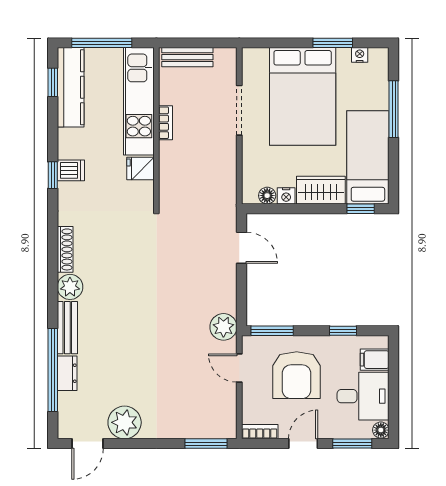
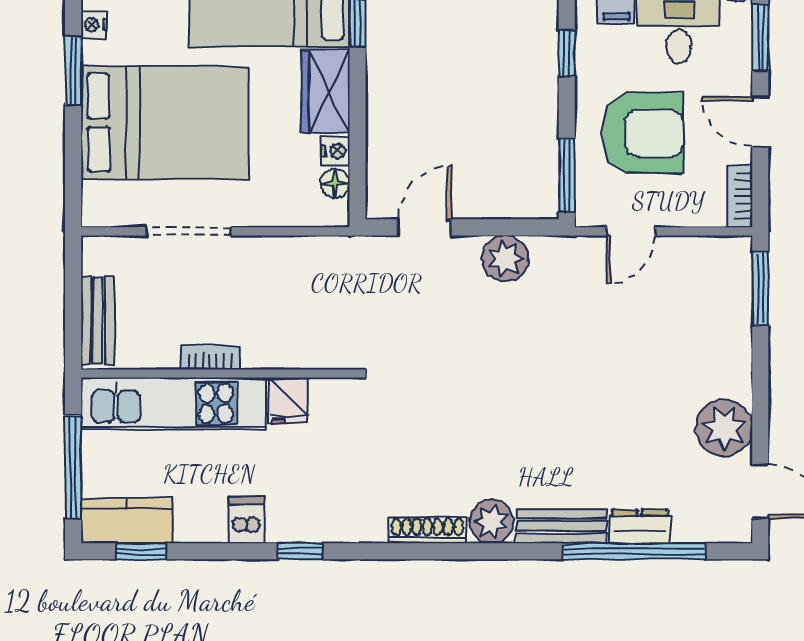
kitchen counter: (71, 87) -> (126, 521), width x0.67
dishwasher: (71, 170) -> (246, 520), moved
plant: (223, 327) -> (505, 258), moved

